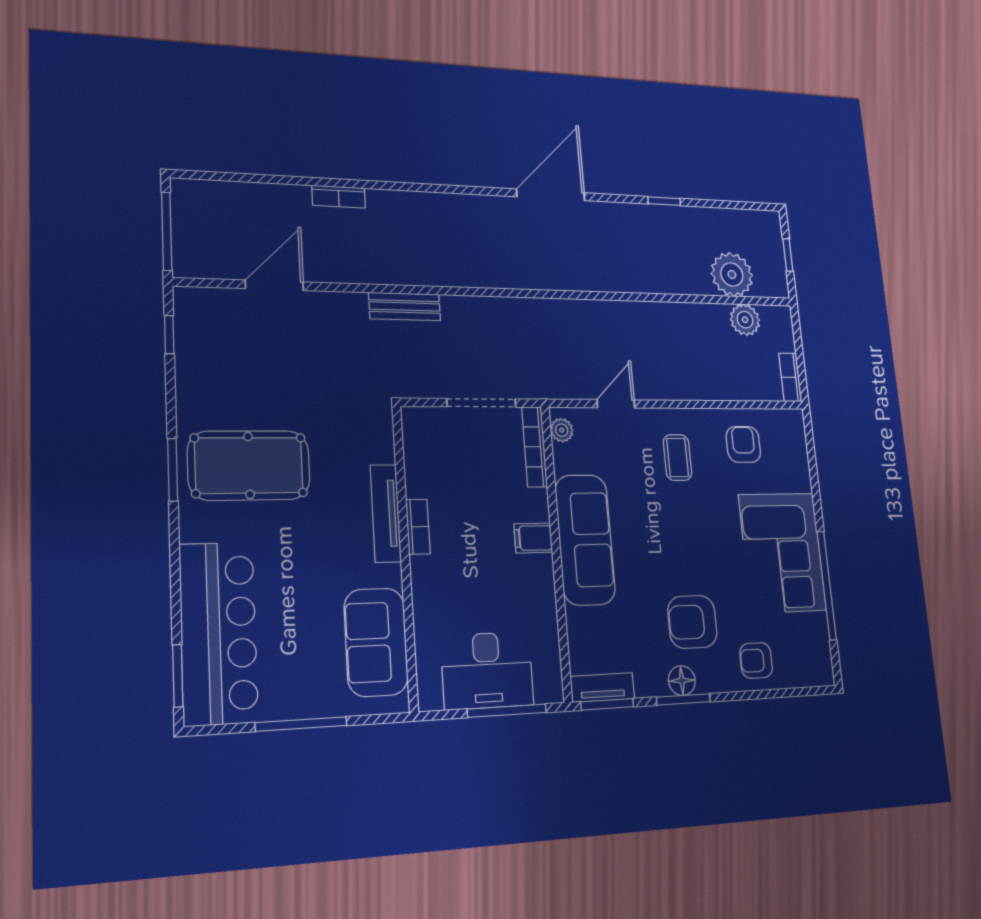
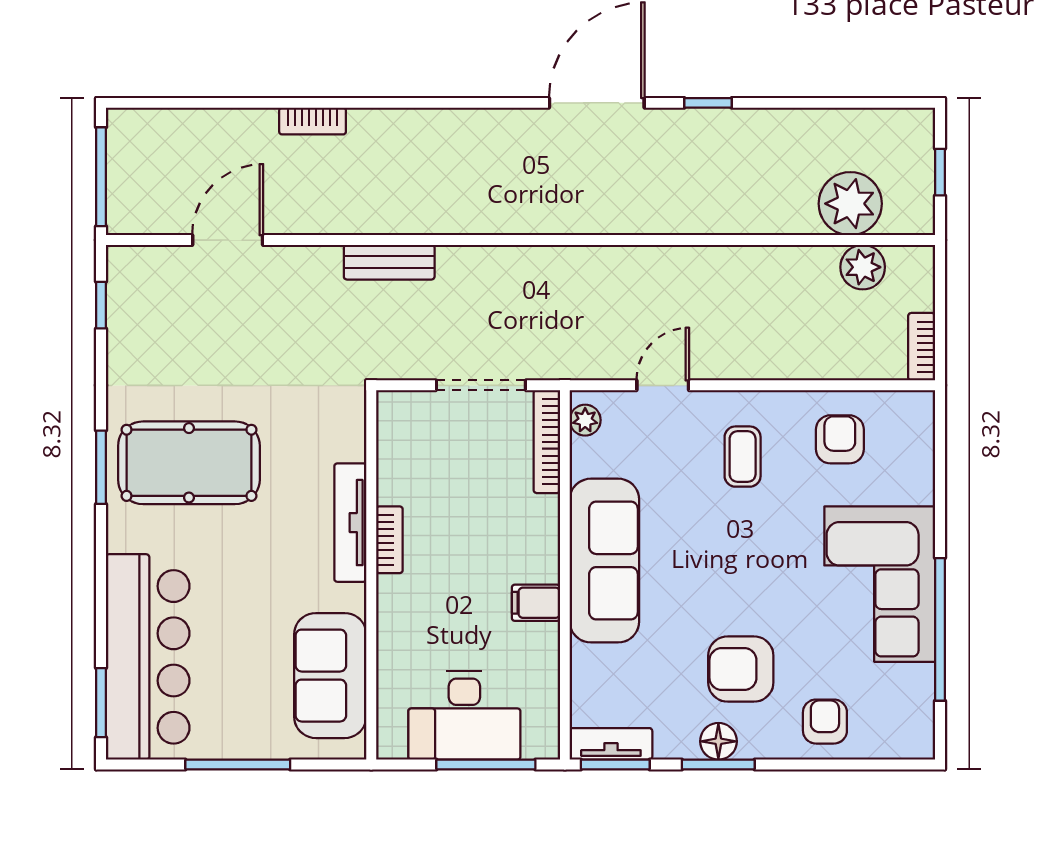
window: (664, 201) -> (708, 103), moved
filing cabinet: (533, 538) -> (536, 603), moved
armchair: (756, 660) -> (825, 722), turned 90

